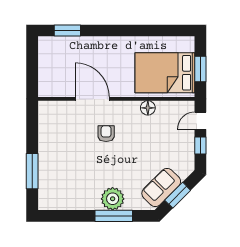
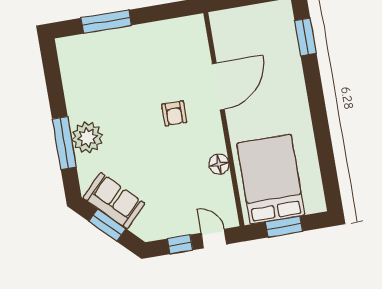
armchair: (106, 134) -> (174, 113), turned 90

